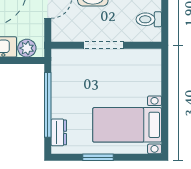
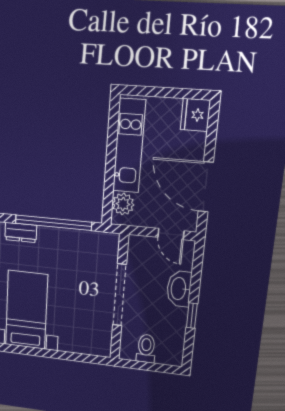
doorway: (104, 45) -> (120, 295), width x1.36

